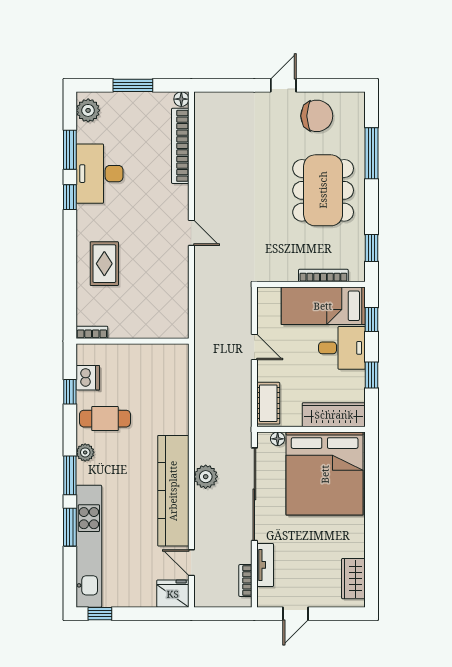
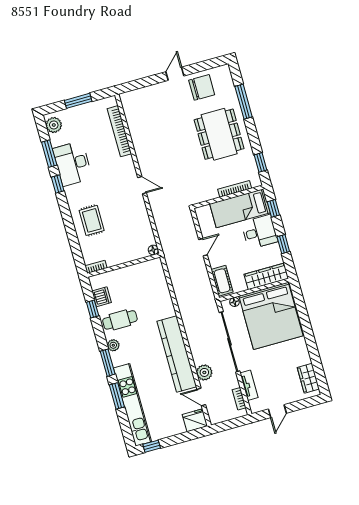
floor lamp: (181, 99) -> (153, 250), moved
door: (254, 347) -> (203, 247), hinge flipped
plant: (206, 477) -> (204, 372), moved

